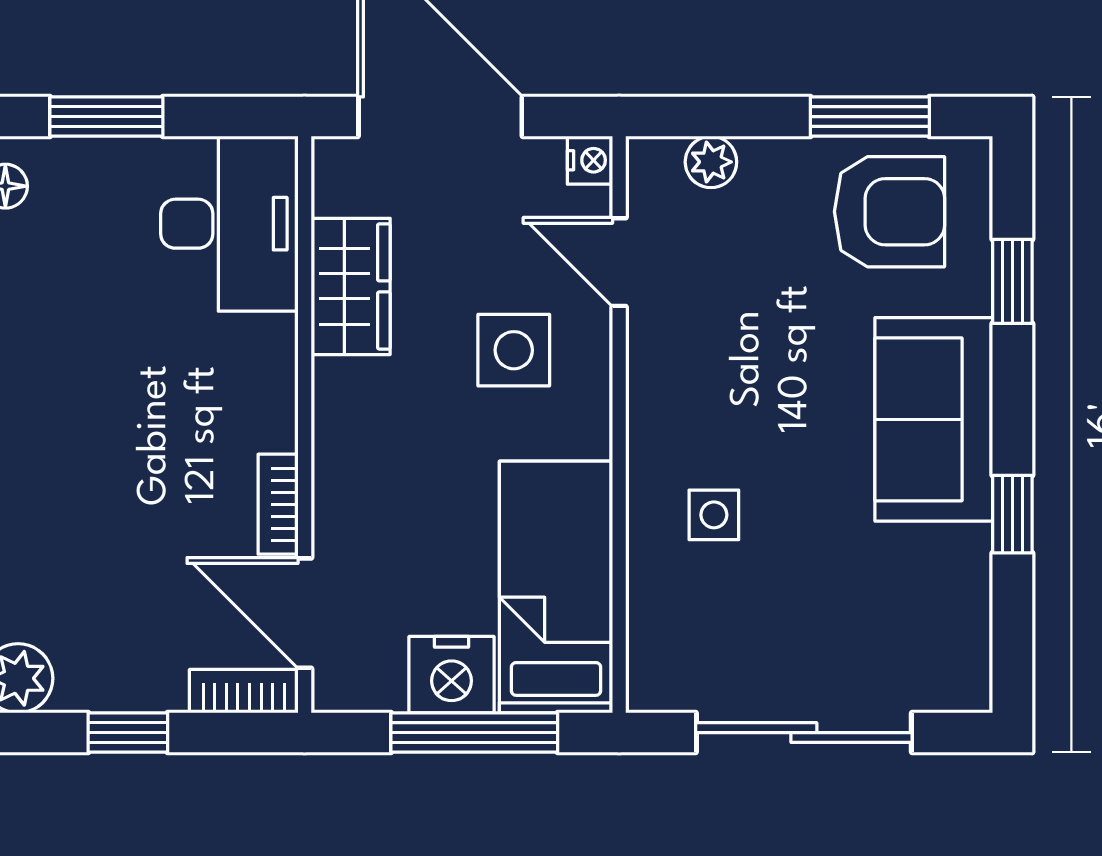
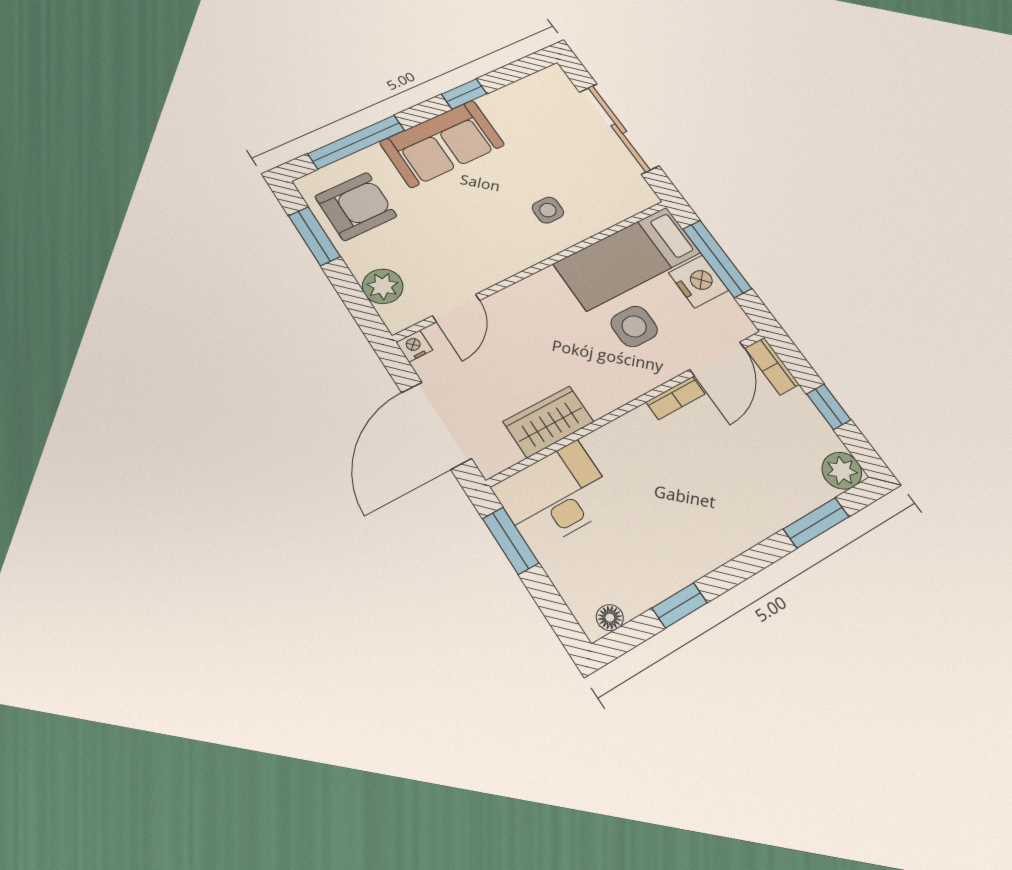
window: (106, 117) -> (511, 541), moved
plant: (711, 162) -> (383, 286), width x1.38, depth x1.38
armchair: (889, 212) -> (356, 206), turned 90
window: (1012, 281) -> (356, 142), width x2.17
side table: (514, 350) -> (634, 326), moved

